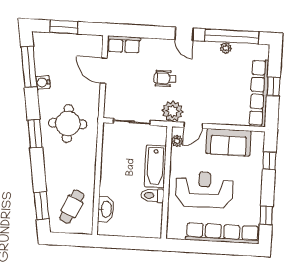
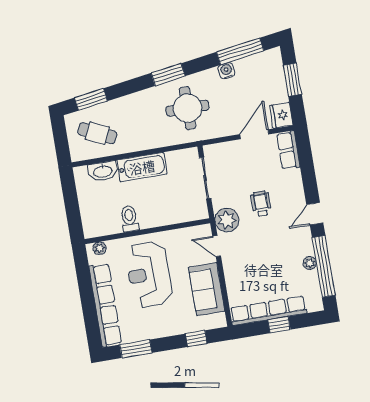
fridge: (92, 44) -> (281, 115), added
plant: (177, 141) -> (100, 248), moved
bathtub: (155, 166) -> (142, 167), moved, turned 180
reception desk: (204, 190) -> (149, 274), turned 180
window: (266, 215) -> (136, 349), width x1.50

